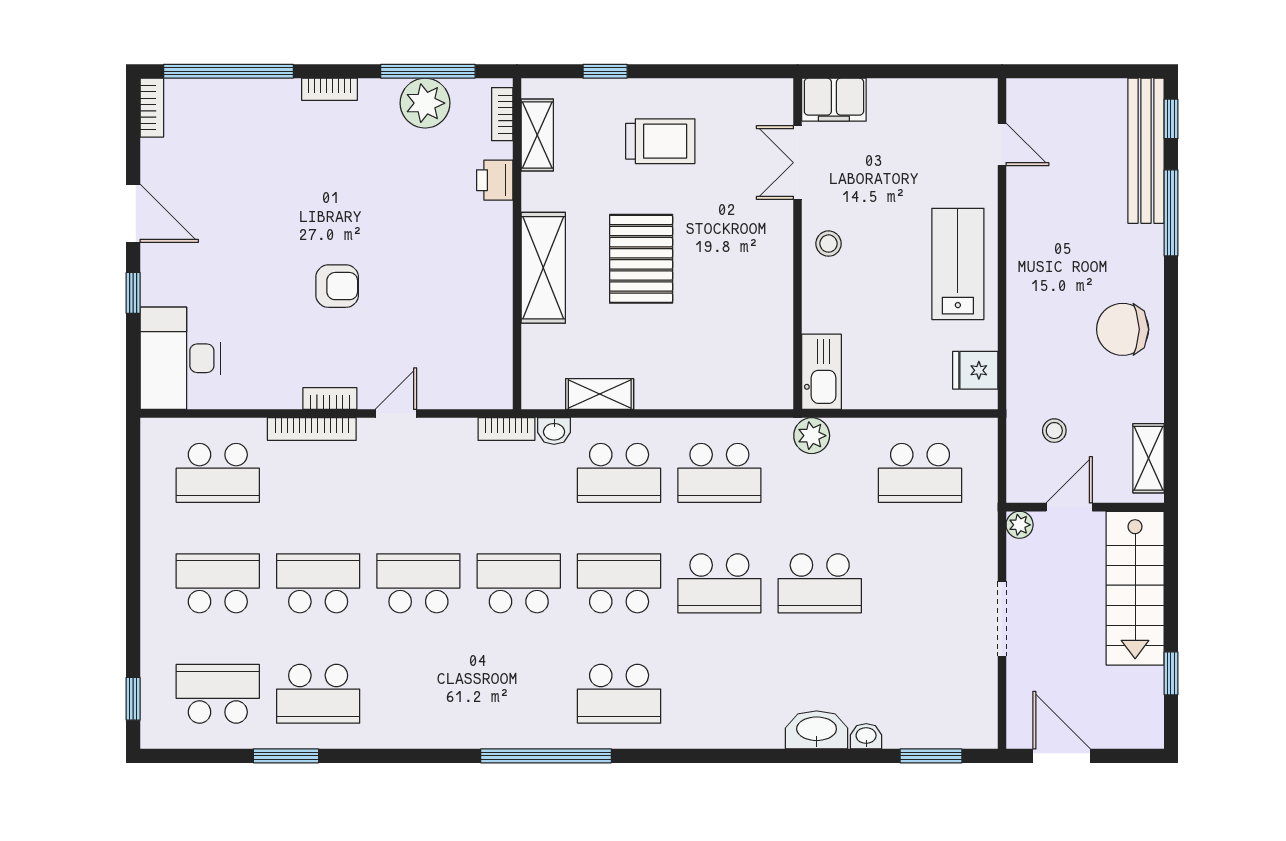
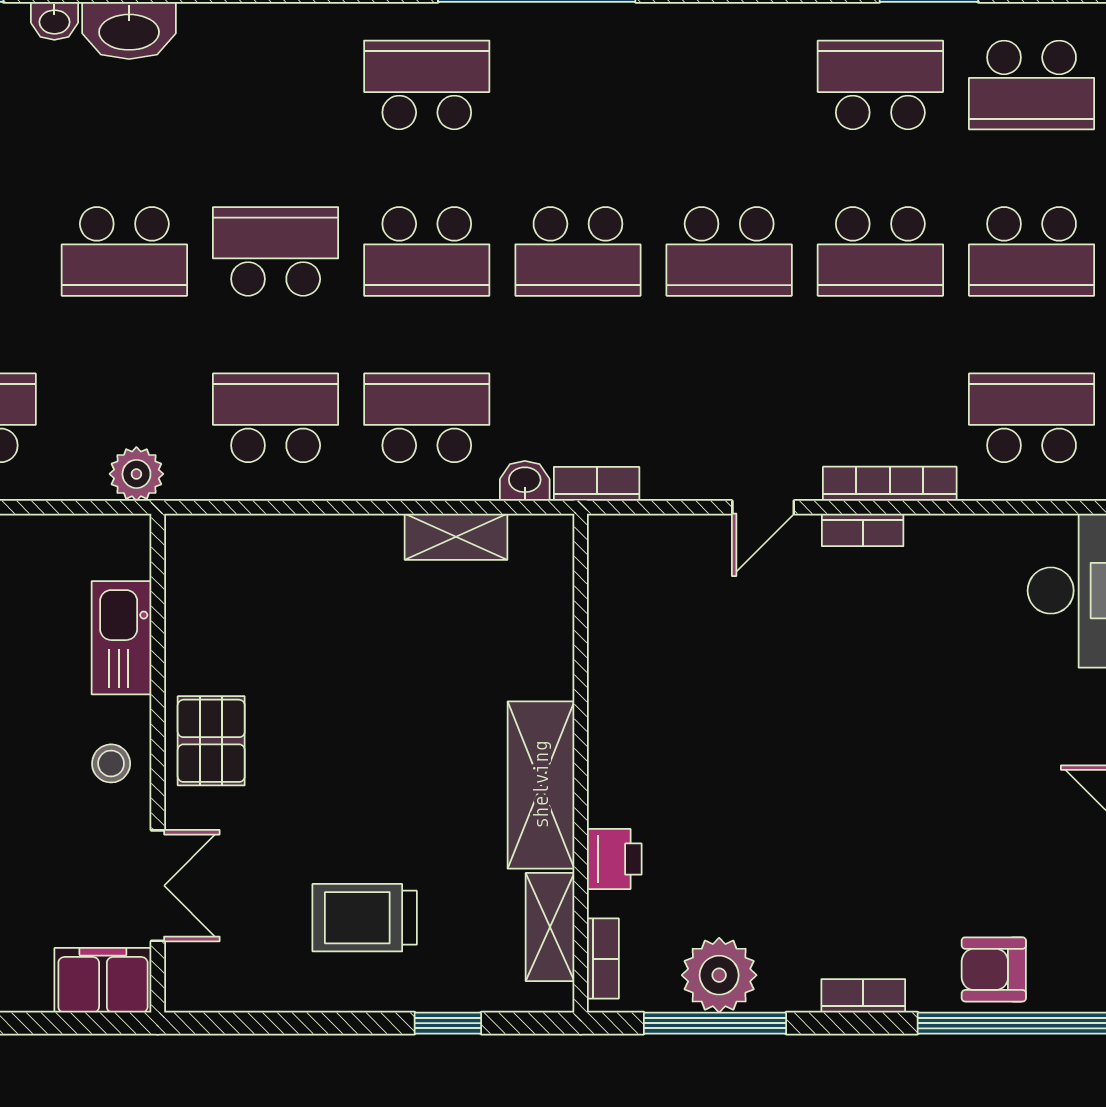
pallet: (641, 259) -> (211, 741), moved, width x0.67, depth x0.71
shelving: (543, 268) -> (541, 785), moved
armchair: (337, 286) -> (994, 969), moved
kitchen sink: (822, 372) -> (122, 638), moved
school desk: (820, 583) -> (124, 251), turned 180

